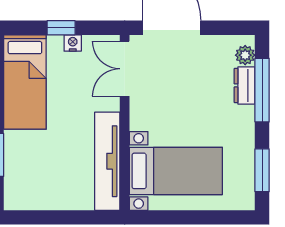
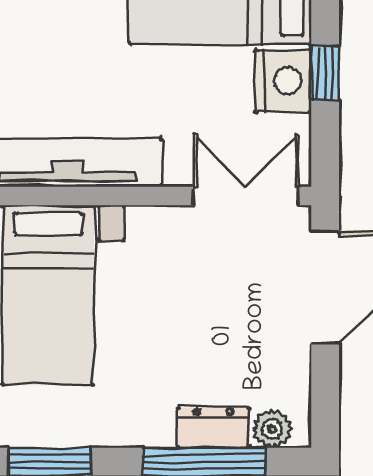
nightstand: (73, 43) -> (283, 81), width x1.89, depth x1.79

